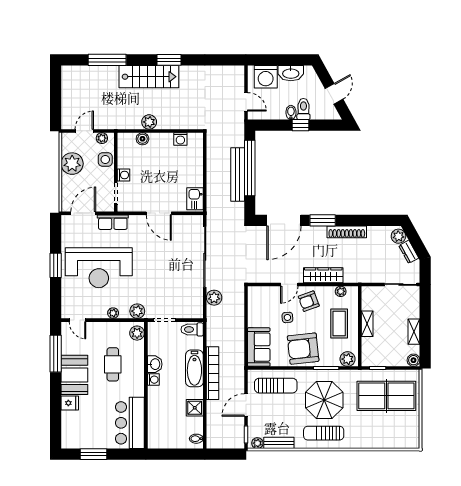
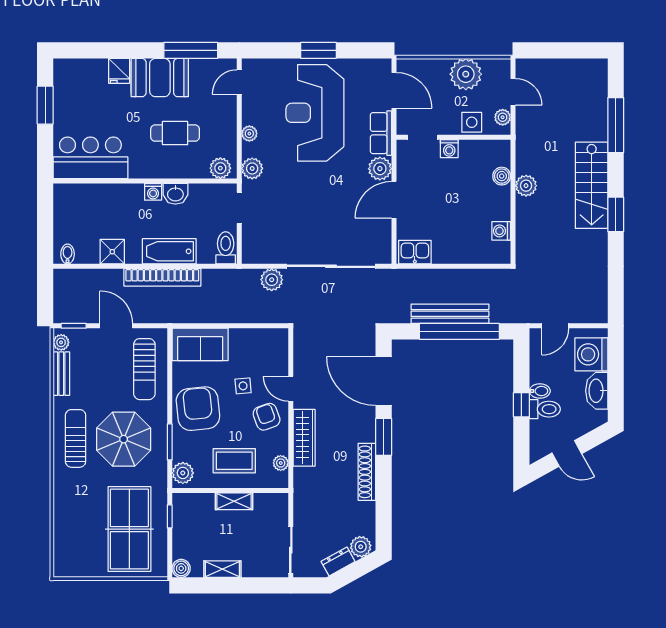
plant: (137, 223) -> (380, 169), added

